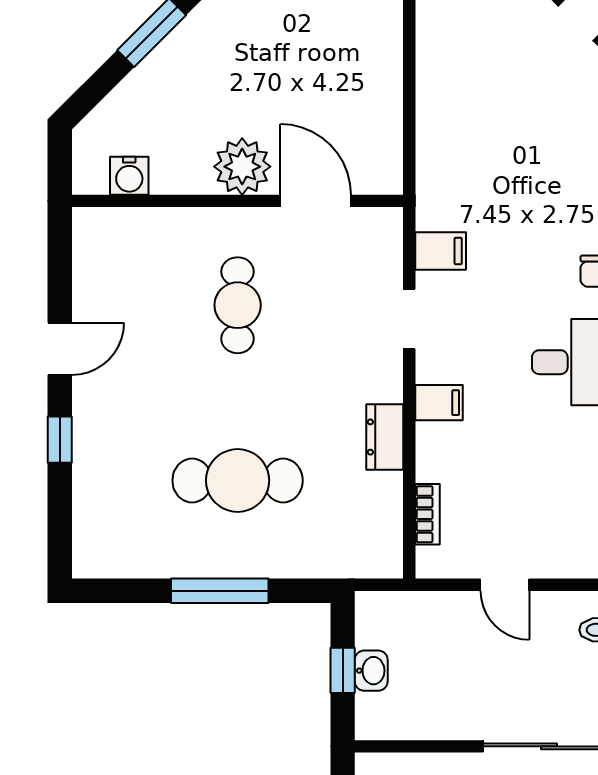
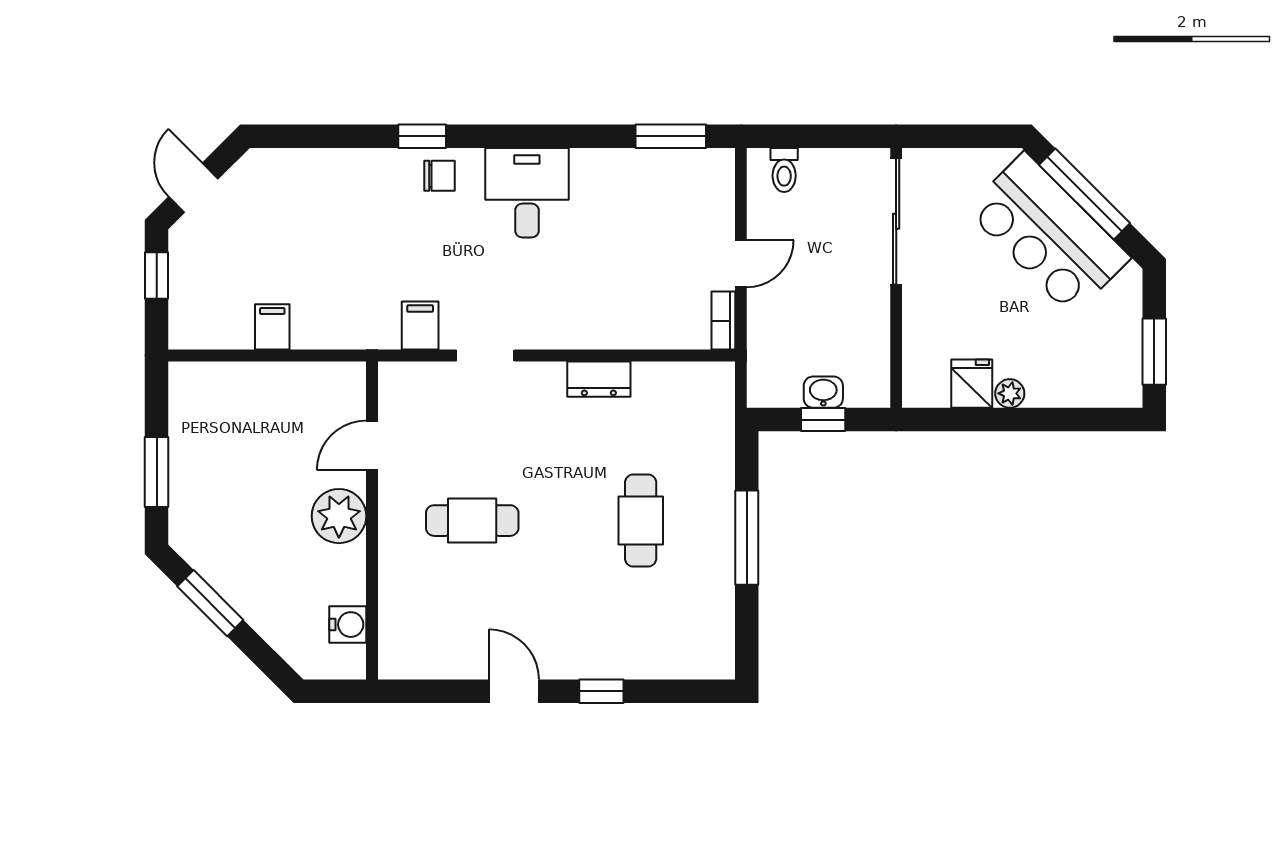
door: (316, 201) -> (372, 445), width x0.73
filing cabinet: (439, 403) -> (272, 327), moved
cafe table: (238, 480) -> (641, 521), width x0.73, depth x0.74
bookcase: (427, 514) -> (723, 321), moved, turned -90

